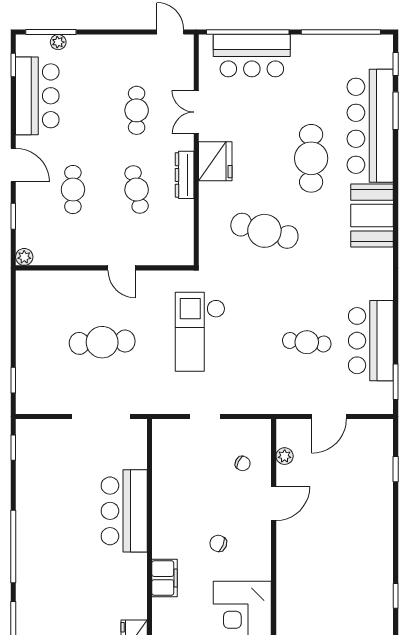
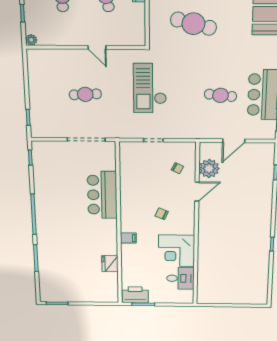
cafe table: (102, 342) -> (85, 94), width x0.73, depth x0.74
plant: (285, 456) -> (209, 168), width x1.88, depth x1.88
filing cabinet: (165, 578) -> (128, 238), width x0.50

